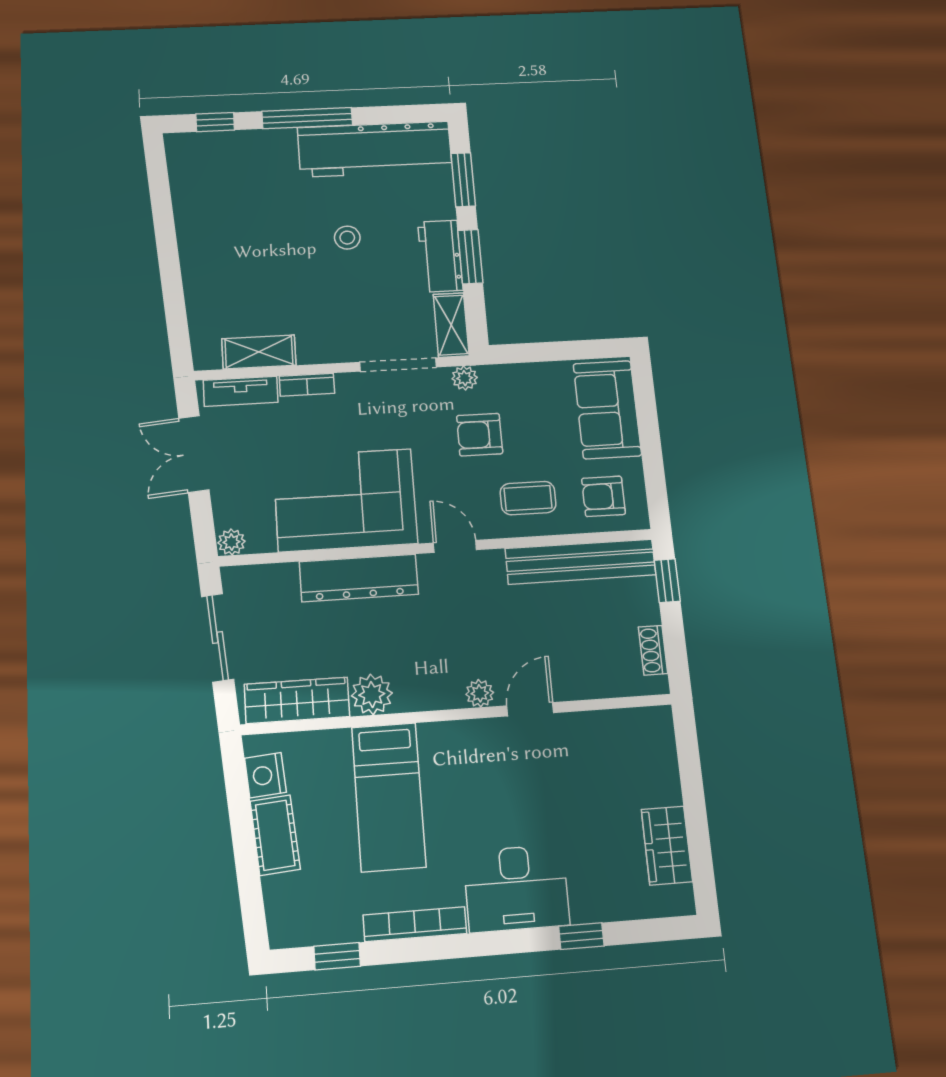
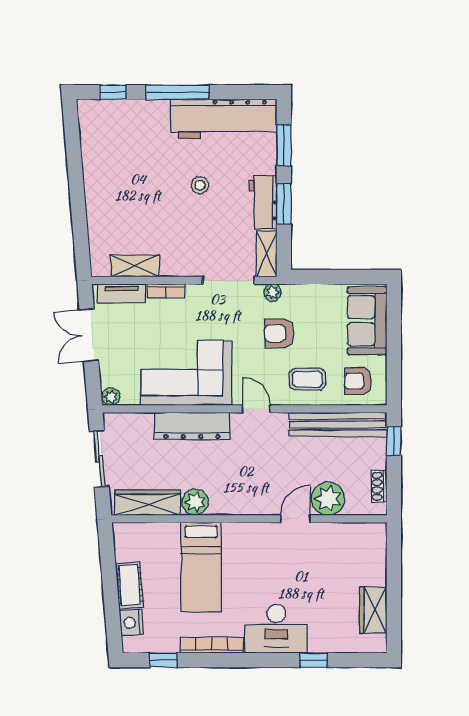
plant: (480, 693) -> (328, 499), moved, width x1.88, depth x1.88
nightstand: (265, 775) -> (132, 623), moved

